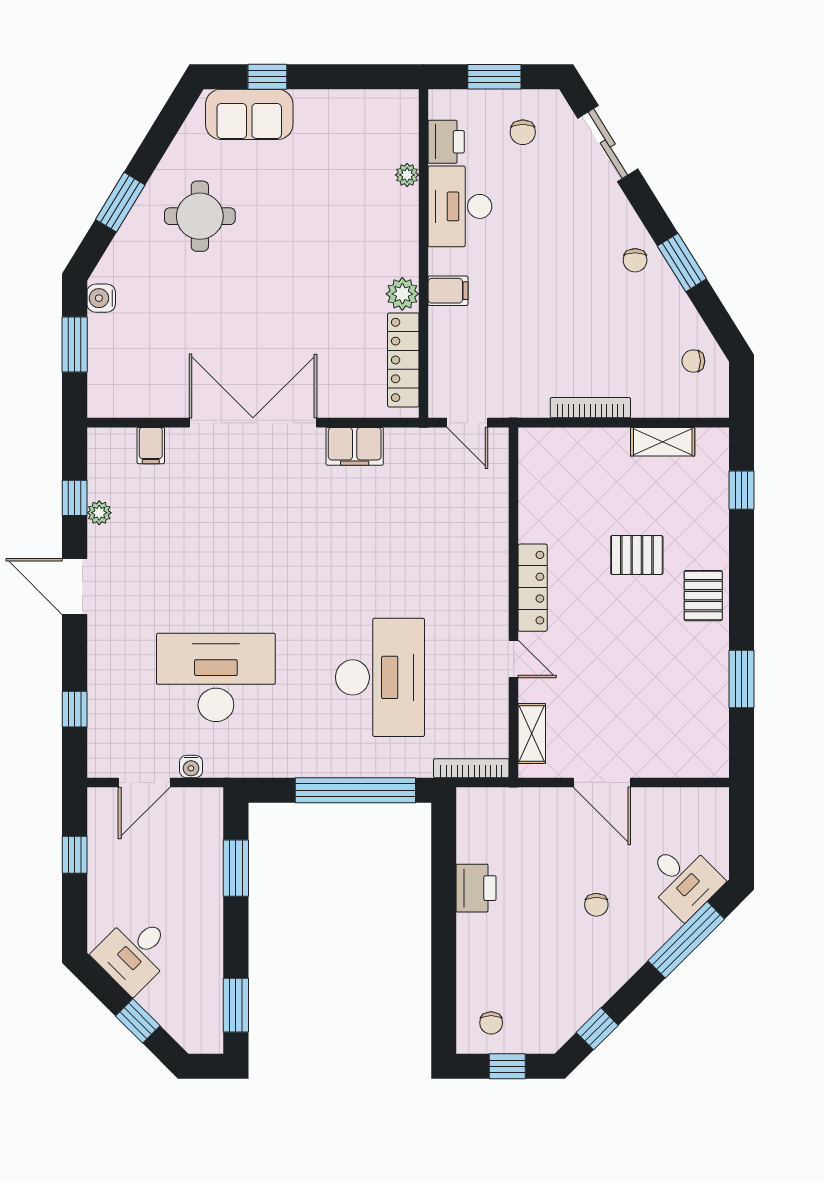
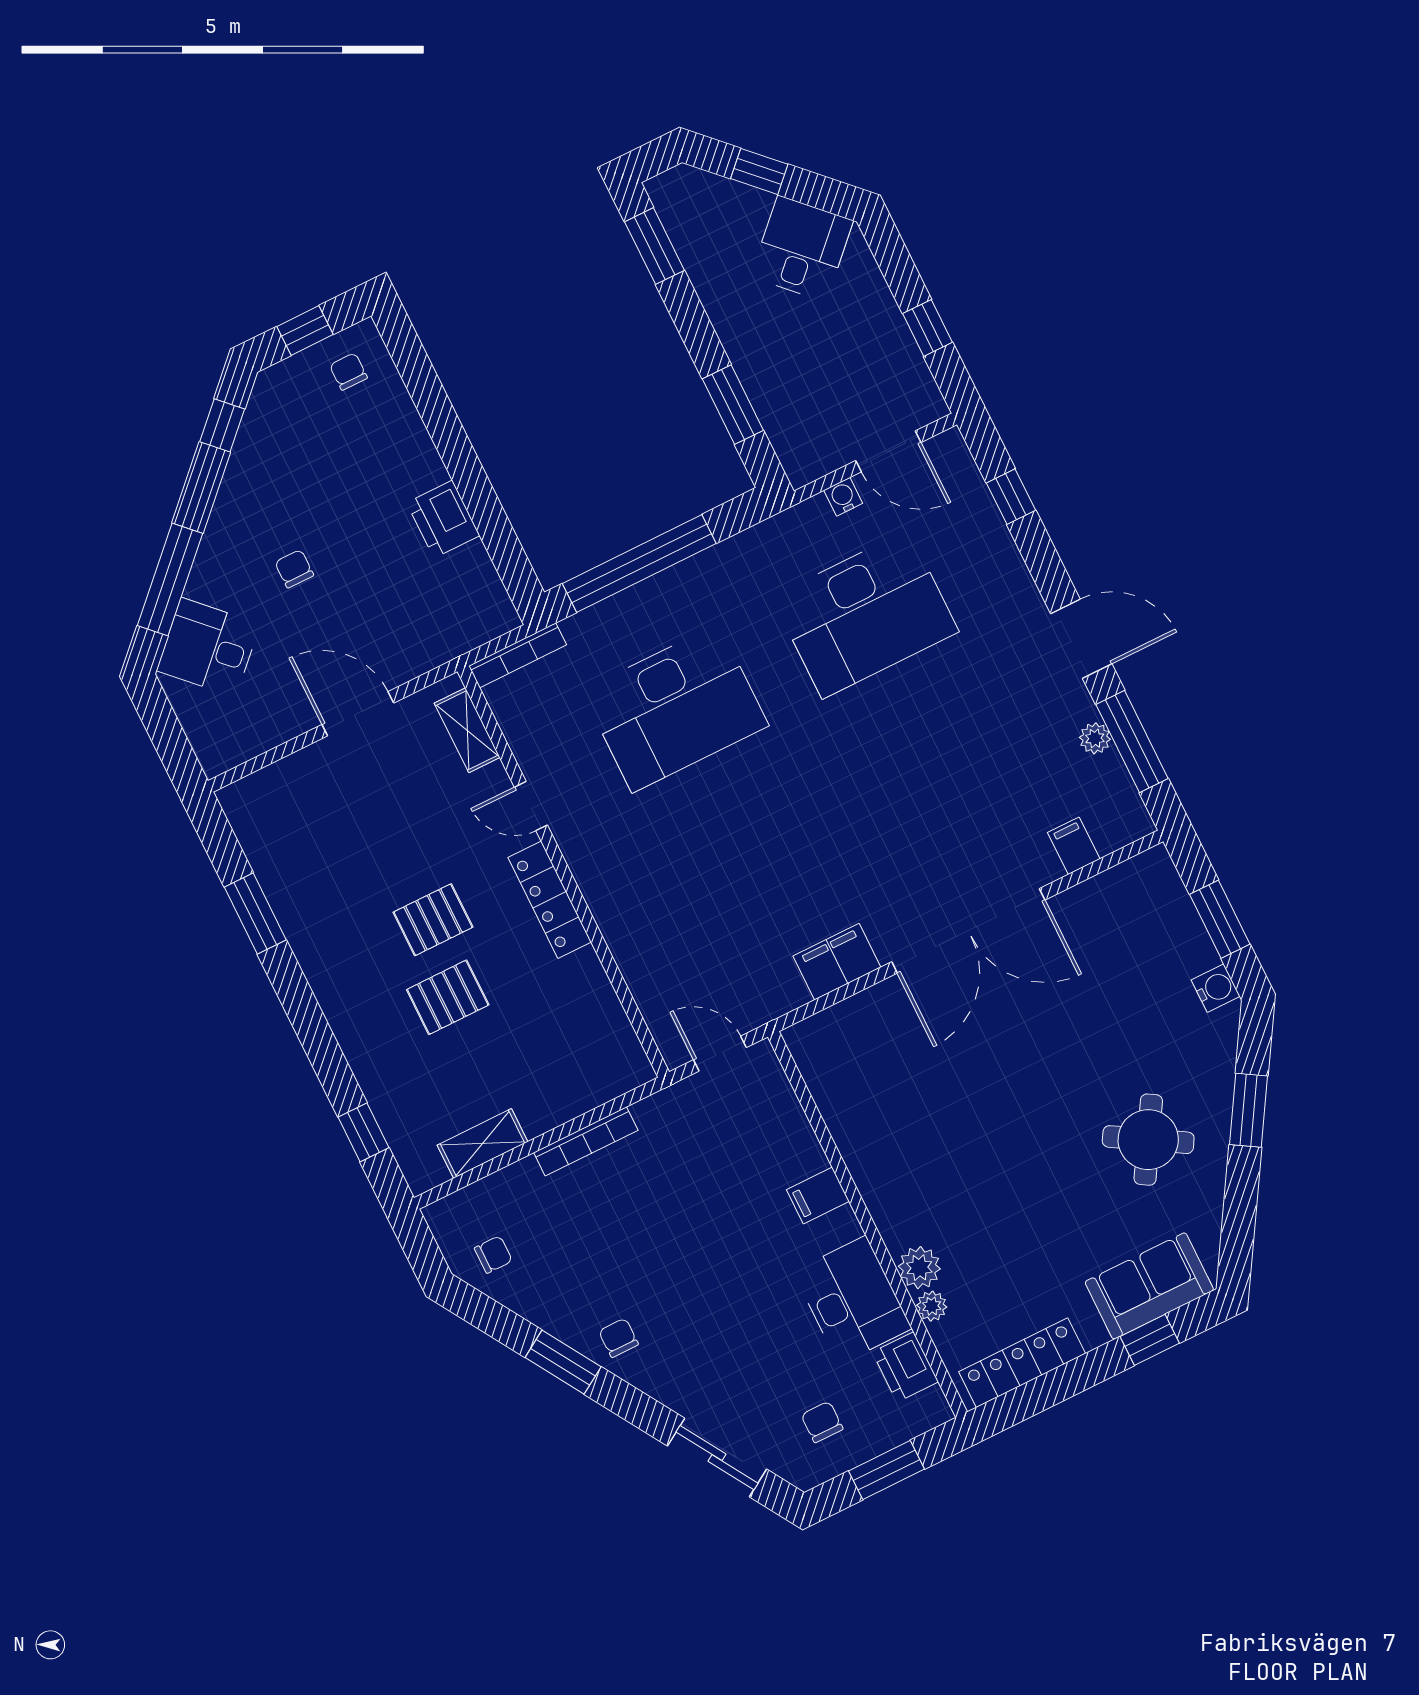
round table: (200, 216) -> (1148, 1140), turned 31
plant: (402, 294) -> (919, 1268), moved
locker: (403, 360) -> (1022, 1363), moved, turned -90
window: (75, 498) -> (1132, 741), width x2.17
pallet: (703, 596) -> (433, 920), moved, turned 90
desk: (380, 677) -> (675, 708), turned -90
door: (144, 782) -> (888, 451), swing flipped

